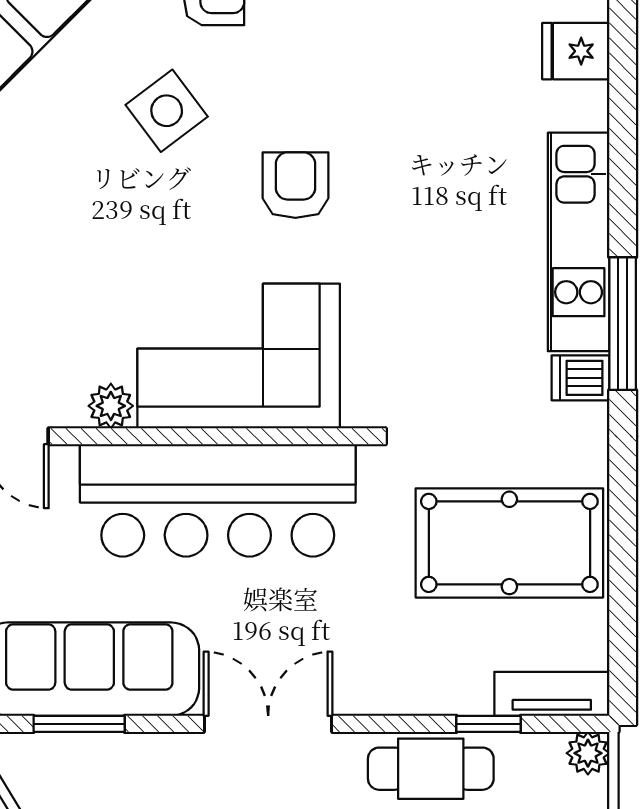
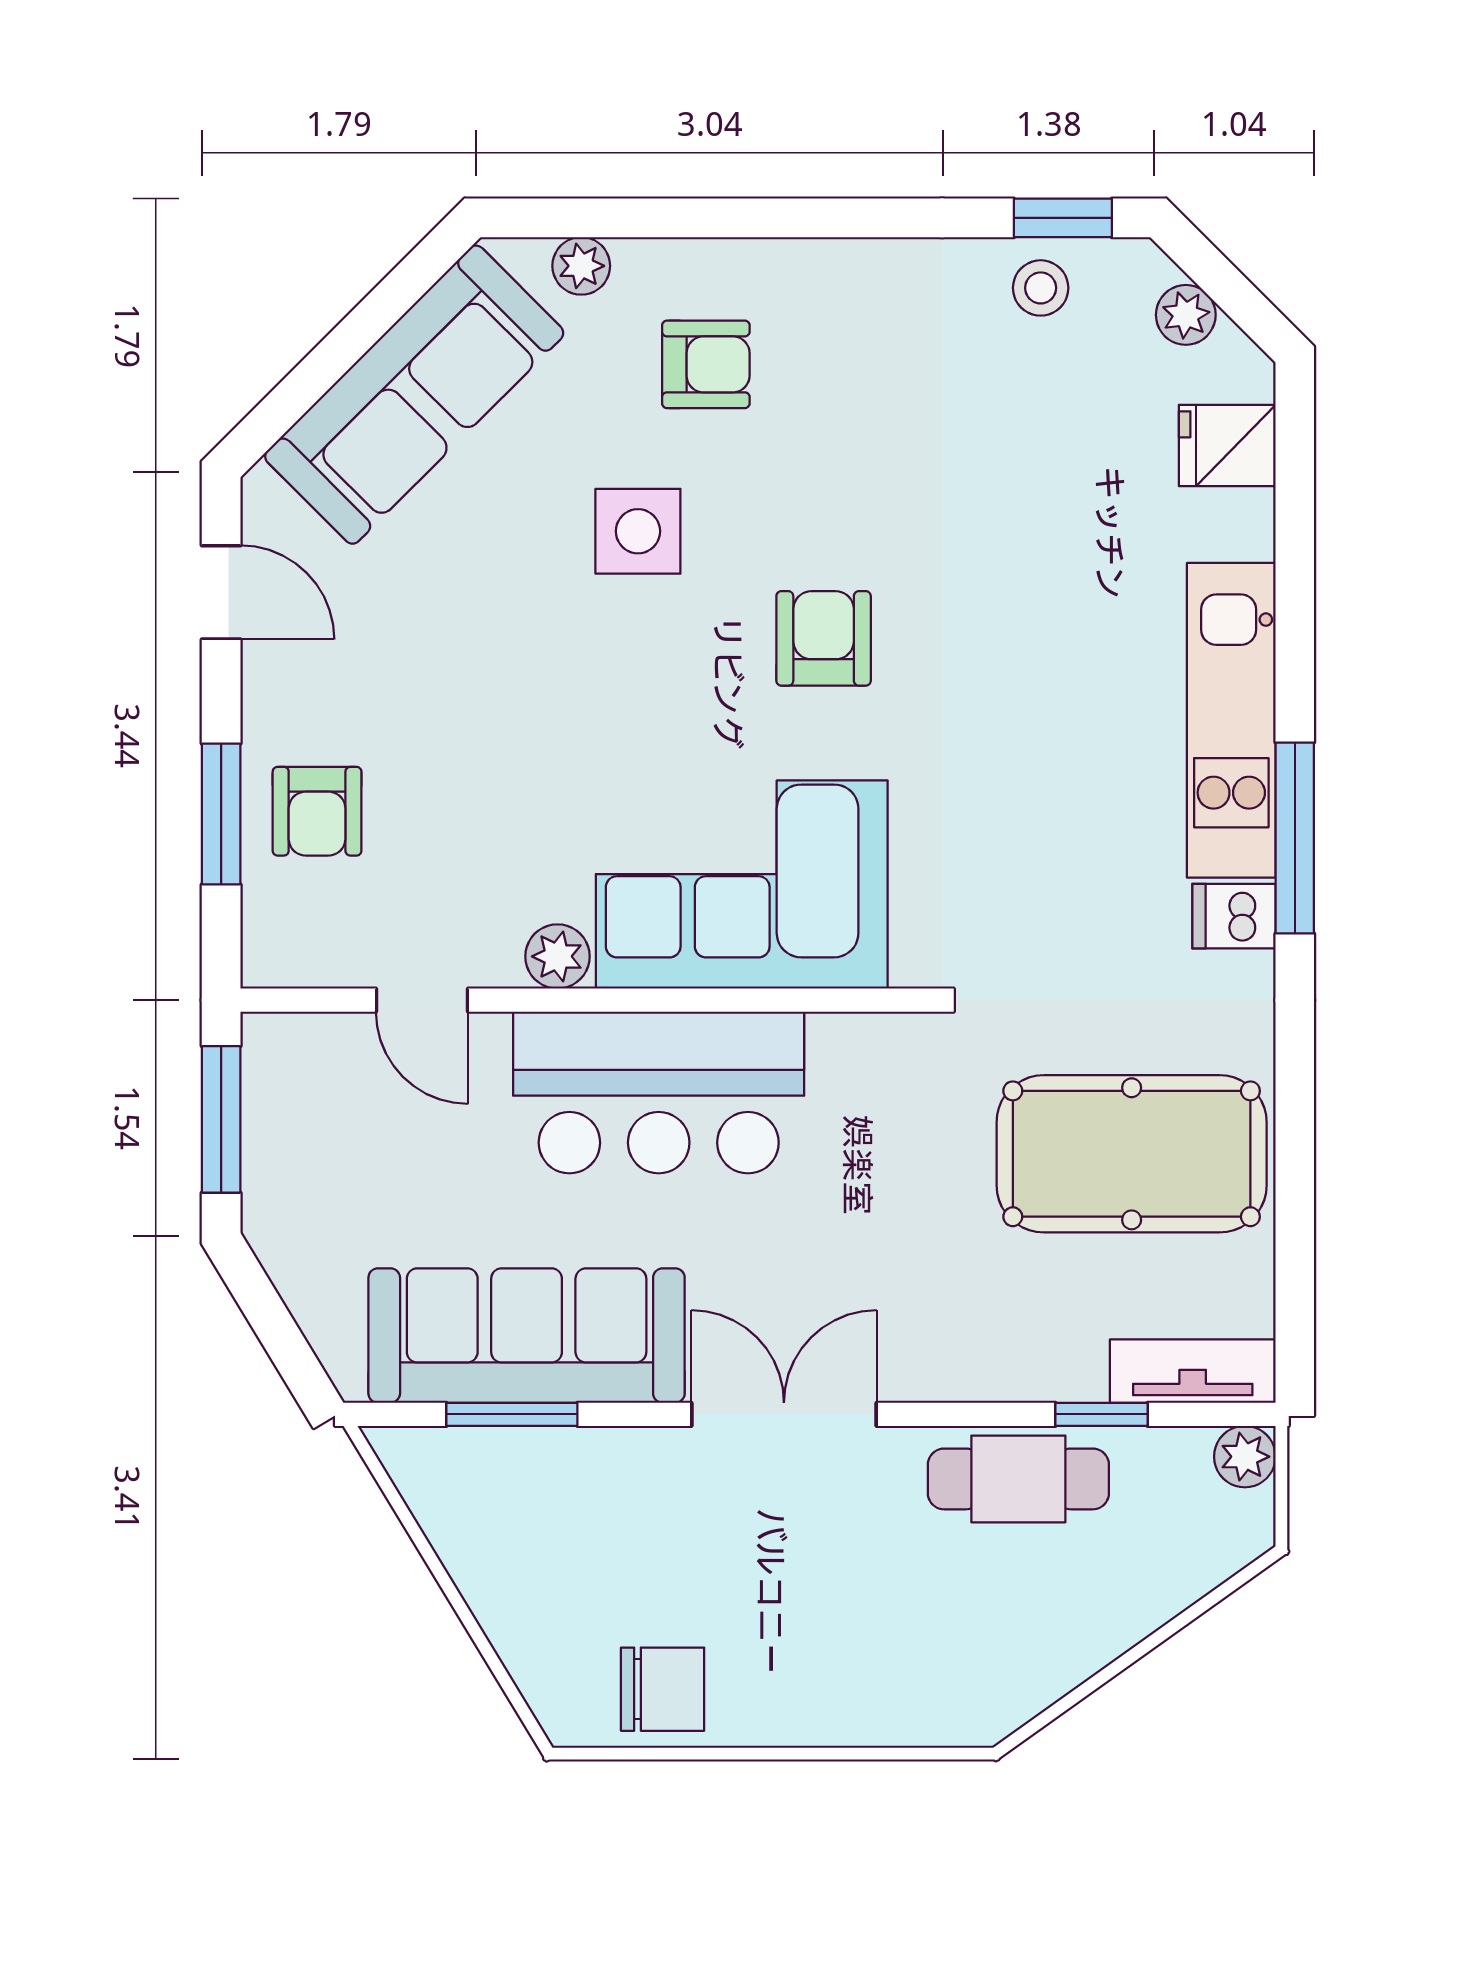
side table: (167, 111) -> (638, 531), turned 37
bar counter: (218, 500) -> (659, 1093), width x0.73

